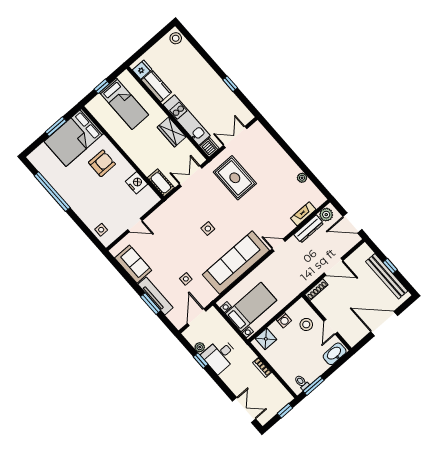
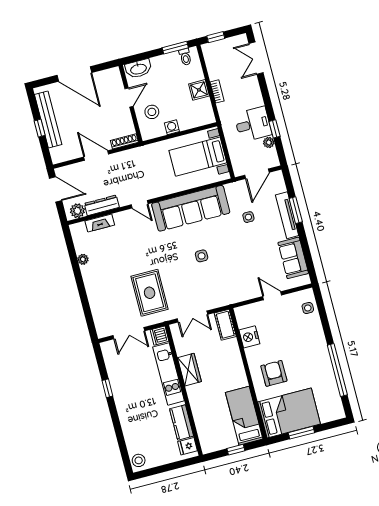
bed: (124, 104) -> (244, 416), moved
armchair: (102, 163) -> (274, 373), turned 90
shower: (266, 339) -> (199, 90), moved

